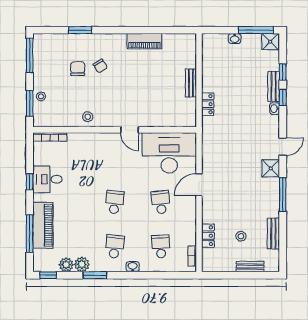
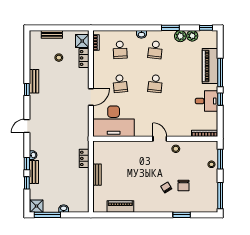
piano: (144, 41) -> (120, 206), moved
door: (129, 130) -> (160, 139), moved
shower: (271, 168) -> (82, 41), moved
window: (283, 194) -> (27, 90), width x0.46
window: (30, 234) -> (220, 72), moved
bench: (273, 234) -> (34, 81), moved

